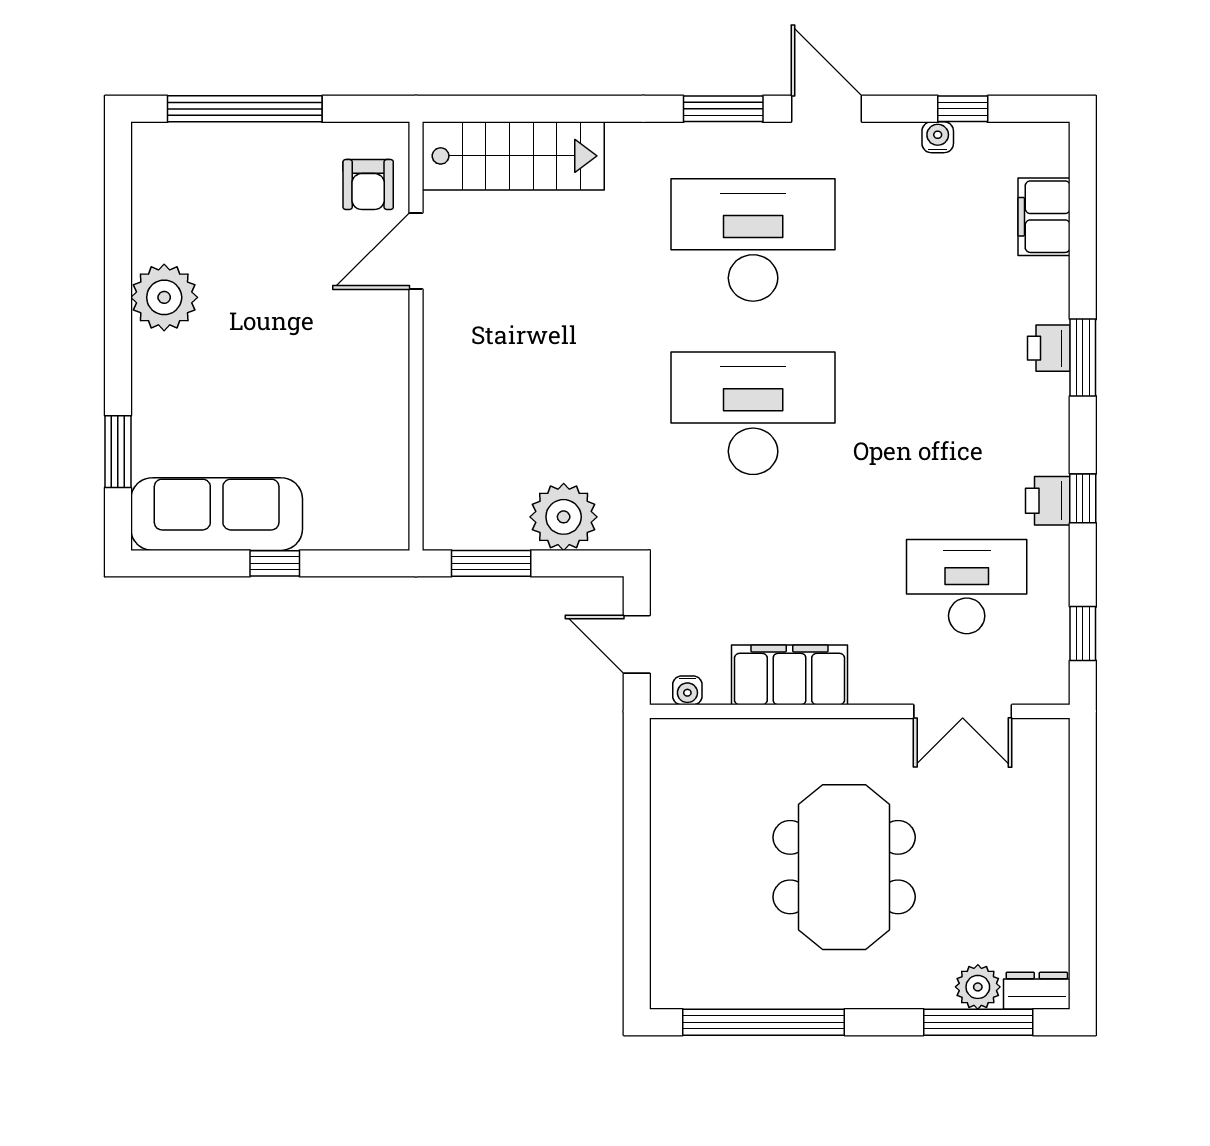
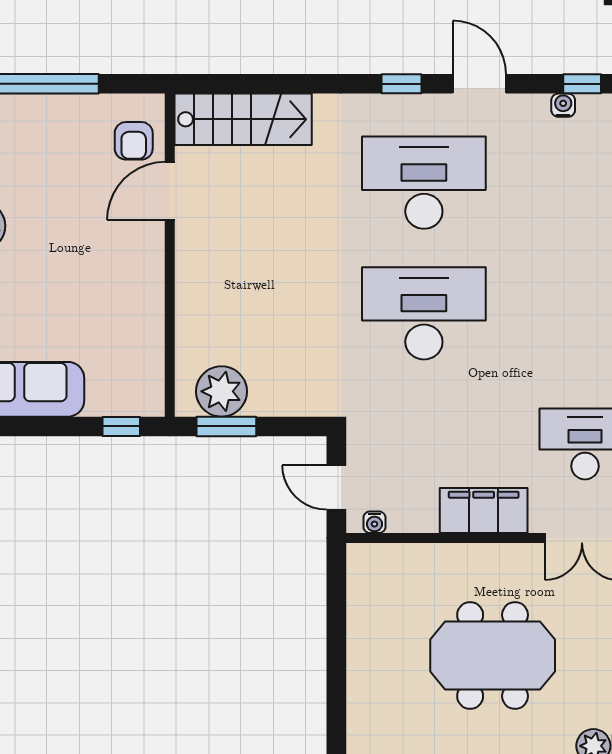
window: (723, 109) -> (401, 84), width x0.67
plant: (564, 517) -> (221, 391), moved
window: (275, 563) -> (121, 426), moved
filing cabinet: (790, 675) -> (484, 511), moved
meeting table: (844, 867) -> (493, 656), turned 90

